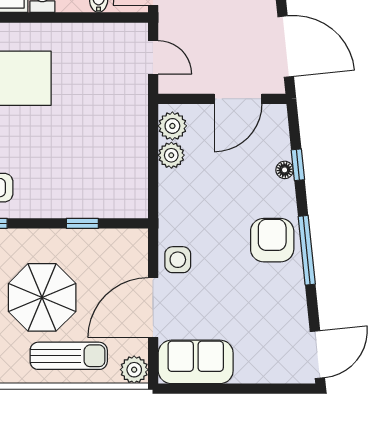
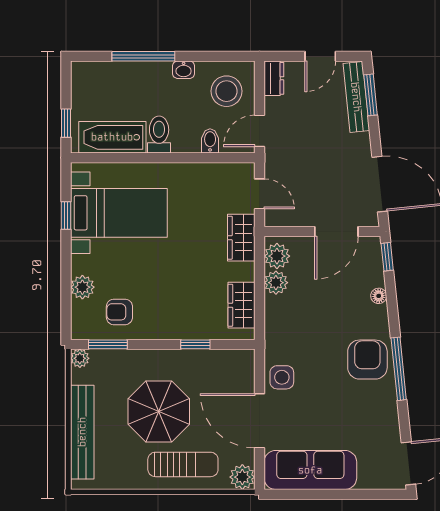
wardrobe: (133, 106) -> (241, 238), added
window: (298, 165) -> (387, 257), moved
wardrobe: (133, 180) -> (242, 305), added
door: (153, 308) -> (260, 421), hinge flipped
sofa: (196, 362) -> (310, 470), width x1.36

